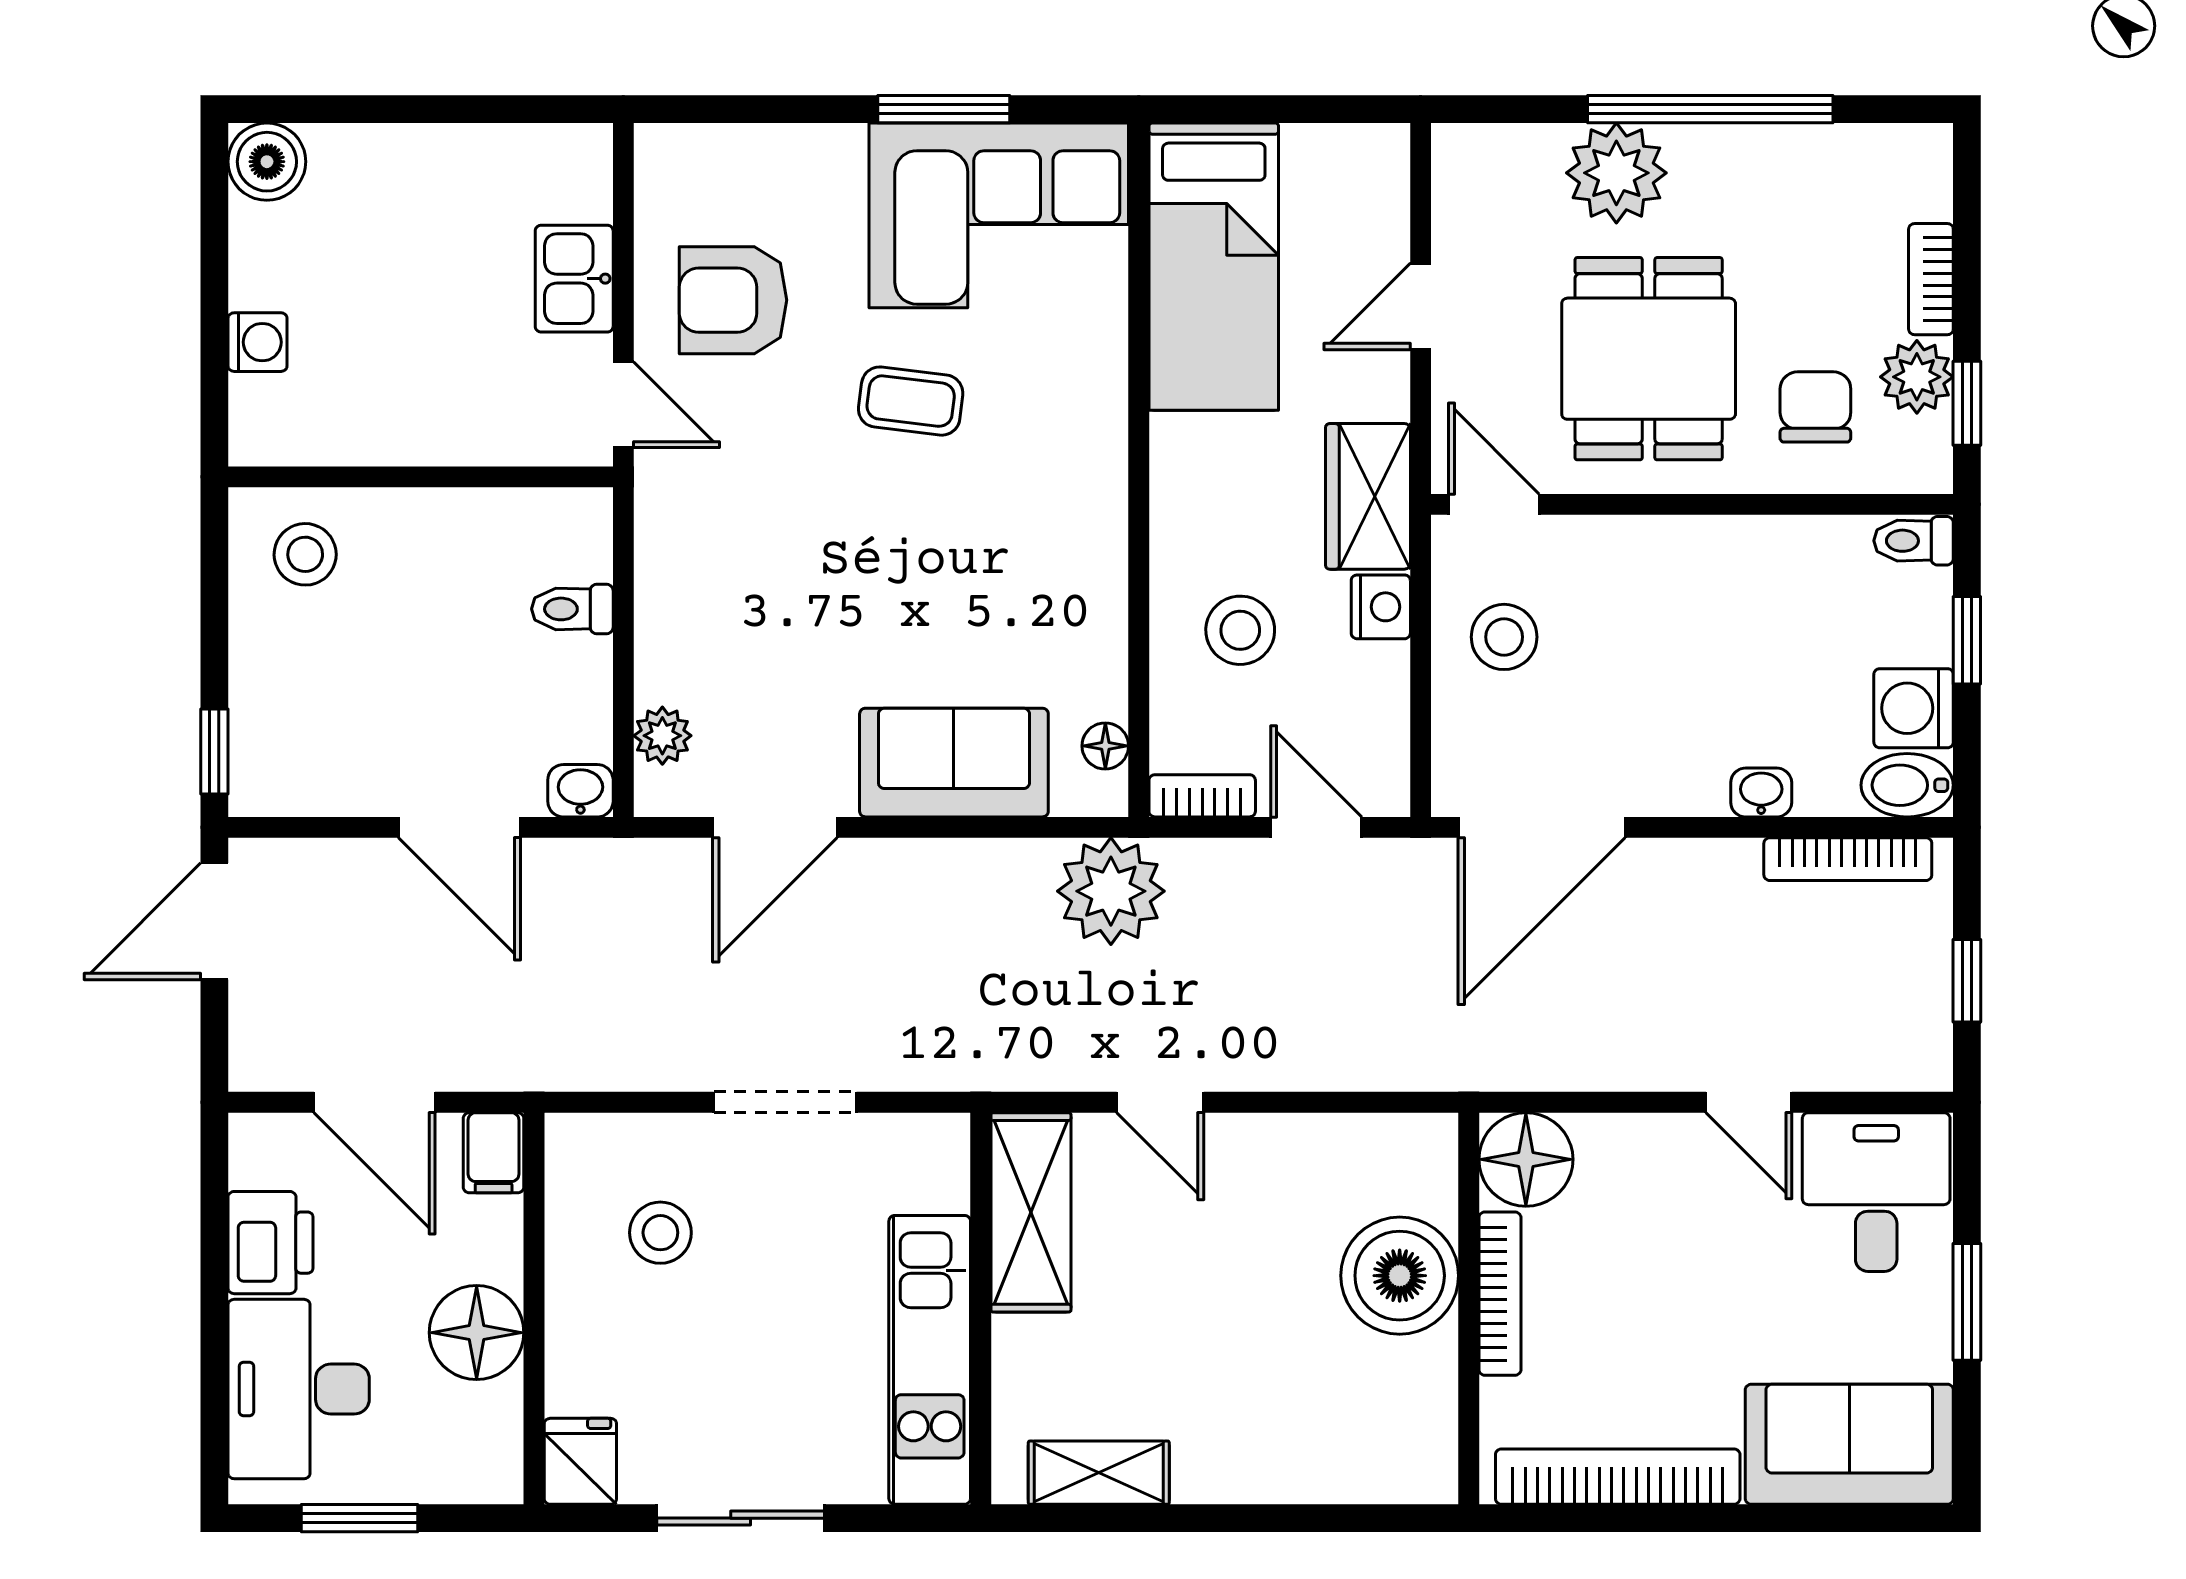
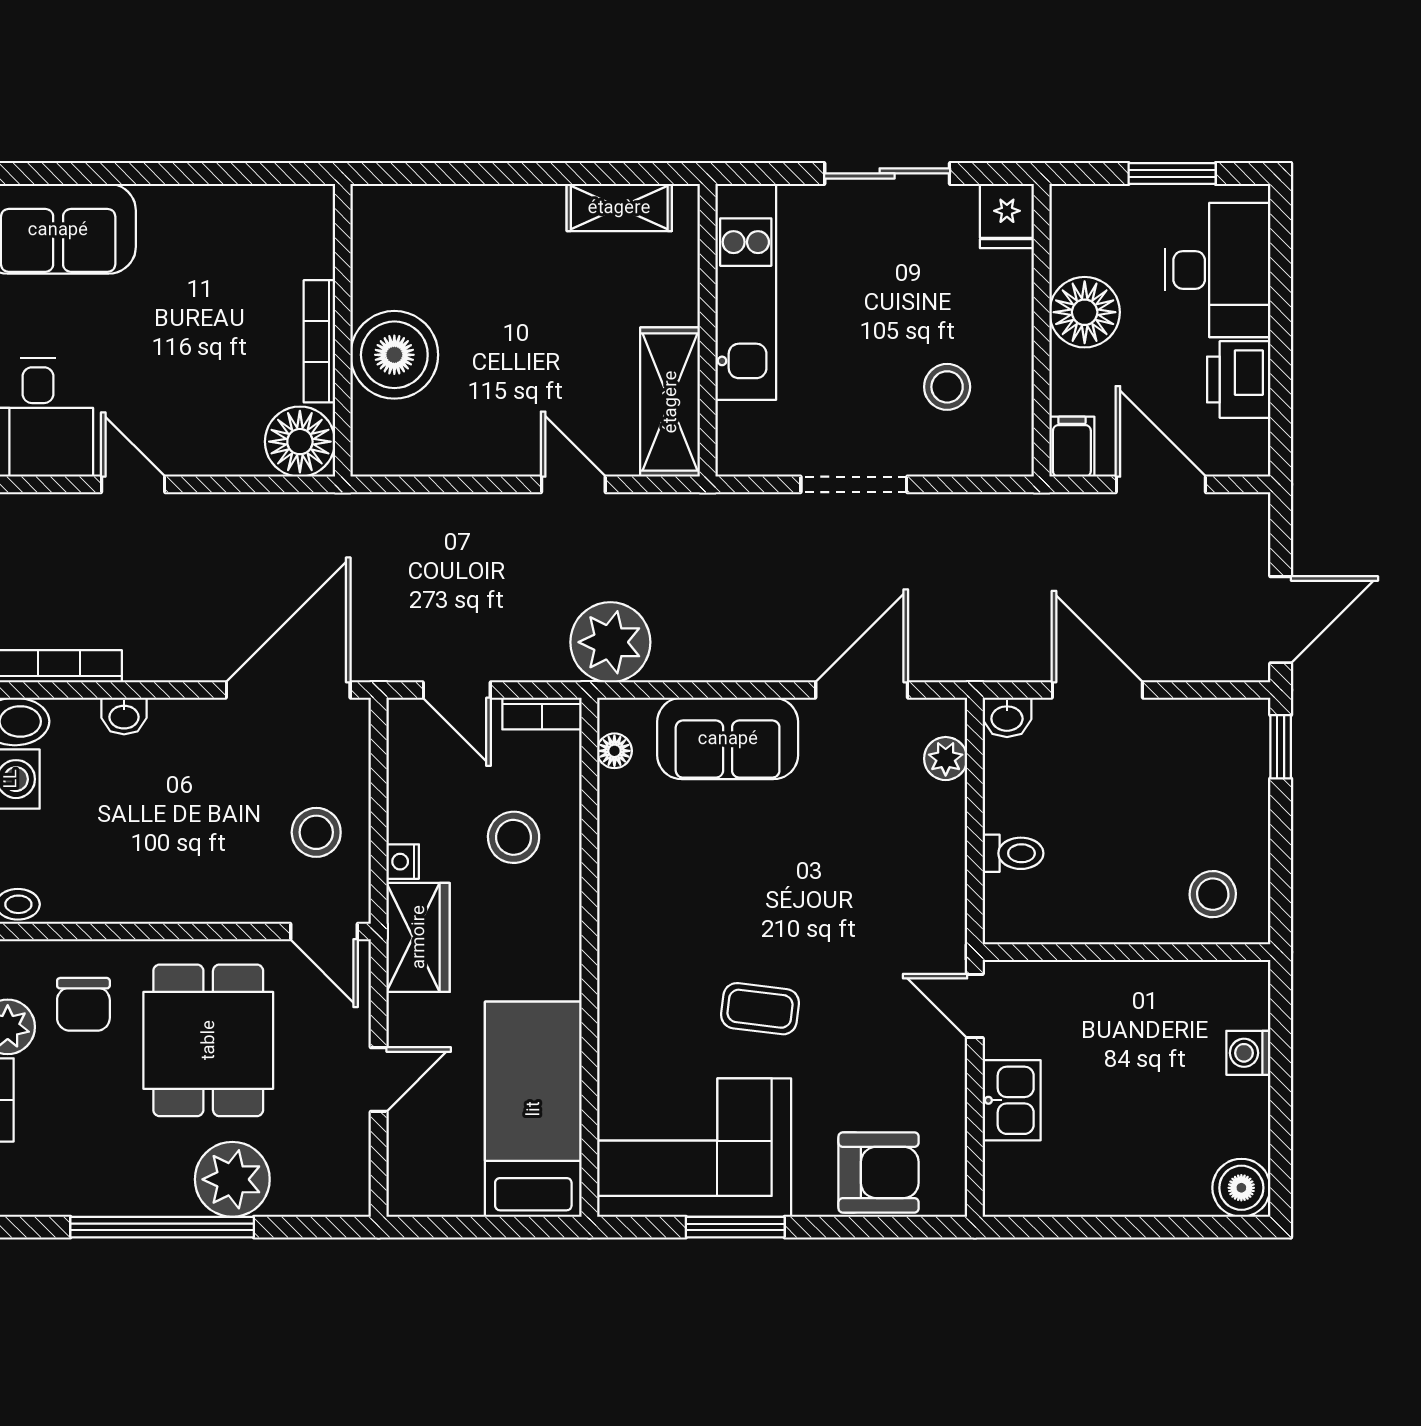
armchair: (733, 300) -> (879, 1172), moved
nightstand: (1381, 607) -> (403, 862), width x0.72, depth x0.74
bookcase: (1618, 1477) -> (231, 204), removed

